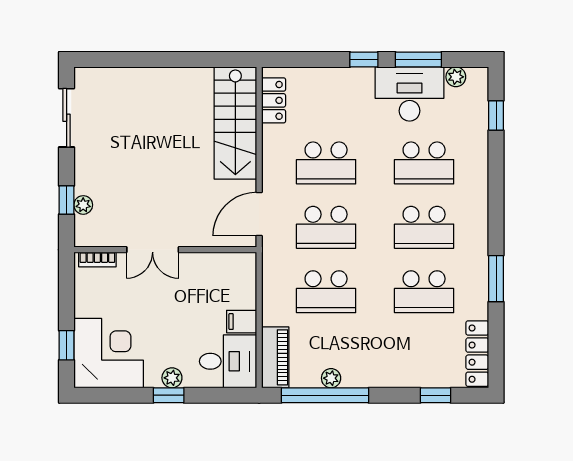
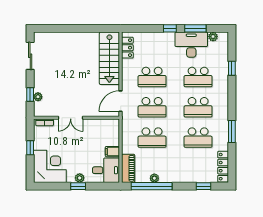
window: (496, 115) -> (232, 68), moved
window: (67, 345) -> (30, 148), moved

